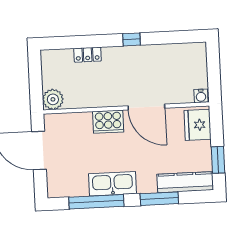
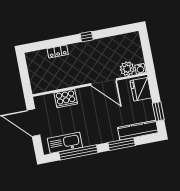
plant: (53, 99) -> (127, 69), moved
cooker: (108, 122) -> (66, 98), moved
kitchen sink: (113, 184) -> (65, 143), moved

